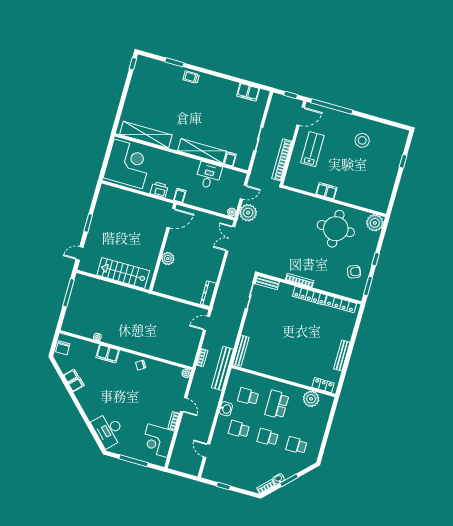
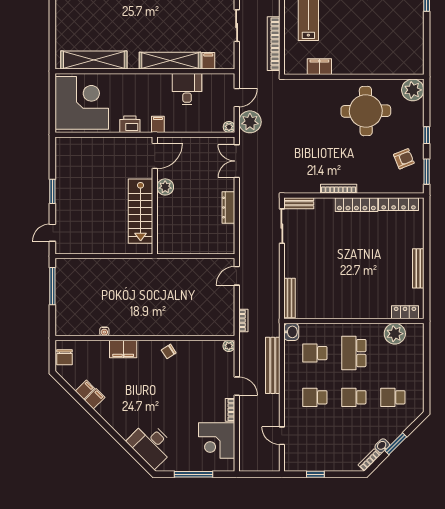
filing cabinet: (326, 191) -> (319, 67), moved
plant: (168, 259) -> (165, 187), moved
stairs: (123, 273) -> (141, 211), moved, turned -90
dresser: (208, 294) -> (228, 207), moved
bench: (222, 368) -> (273, 365), moved
washbasin: (226, 409) -> (291, 332), moved

